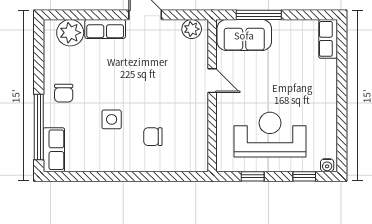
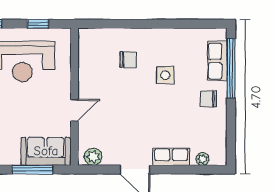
plant: (70, 33) -> (203, 159), width x0.53, depth x0.53
door: (212, 81) -> (75, 110), swing flipped
chair: (64, 93) -> (208, 99), turned -90
row of seats: (54, 150) -> (217, 61), moved

